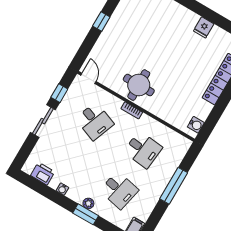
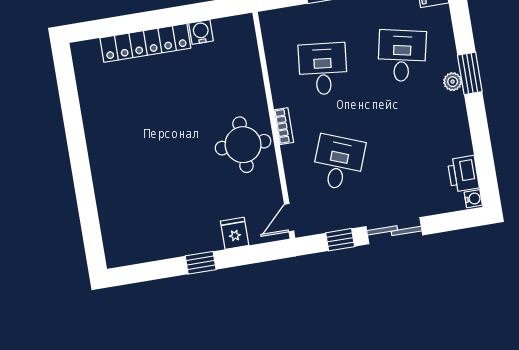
fridge: (204, 27) -> (235, 233), moved, turned -90
water cooler: (196, 125) -> (201, 32), moved
water cooler: (62, 189) -> (473, 199), moved

